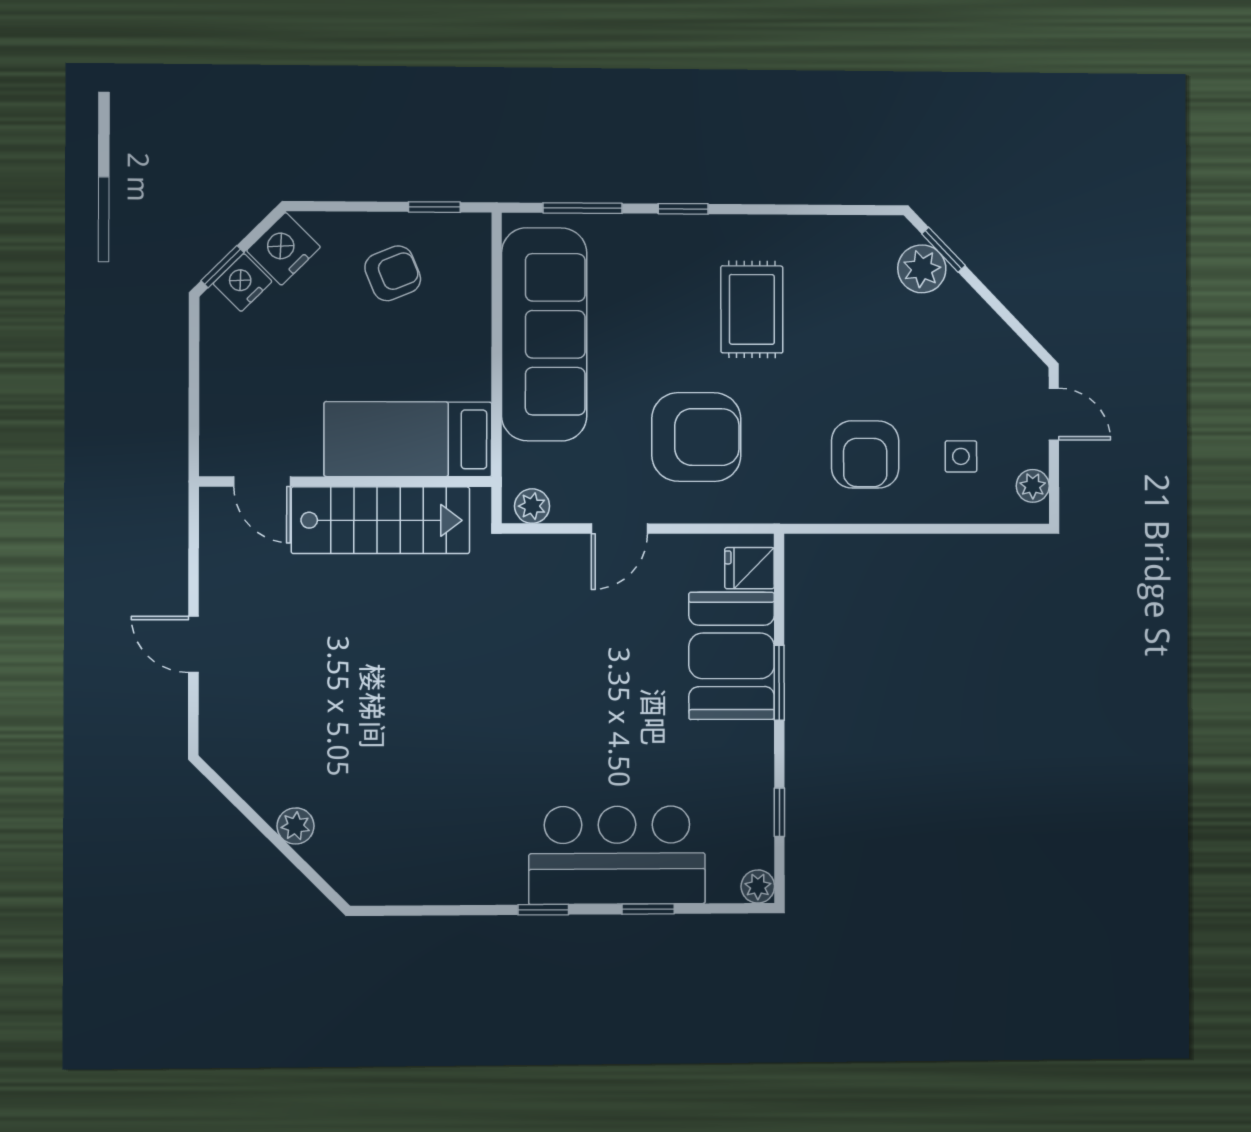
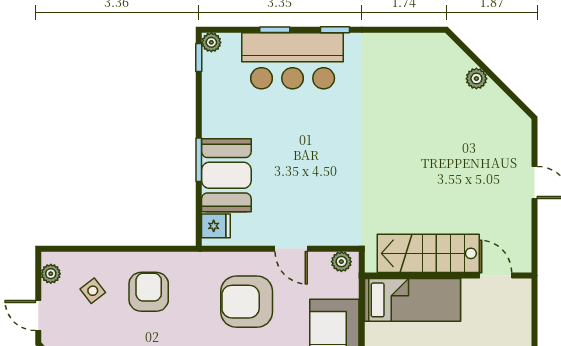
side table: (961, 456) -> (93, 291), turned -38
door: (619, 529) -> (291, 249), swing flipped
window: (779, 812) -> (199, 58), moved

